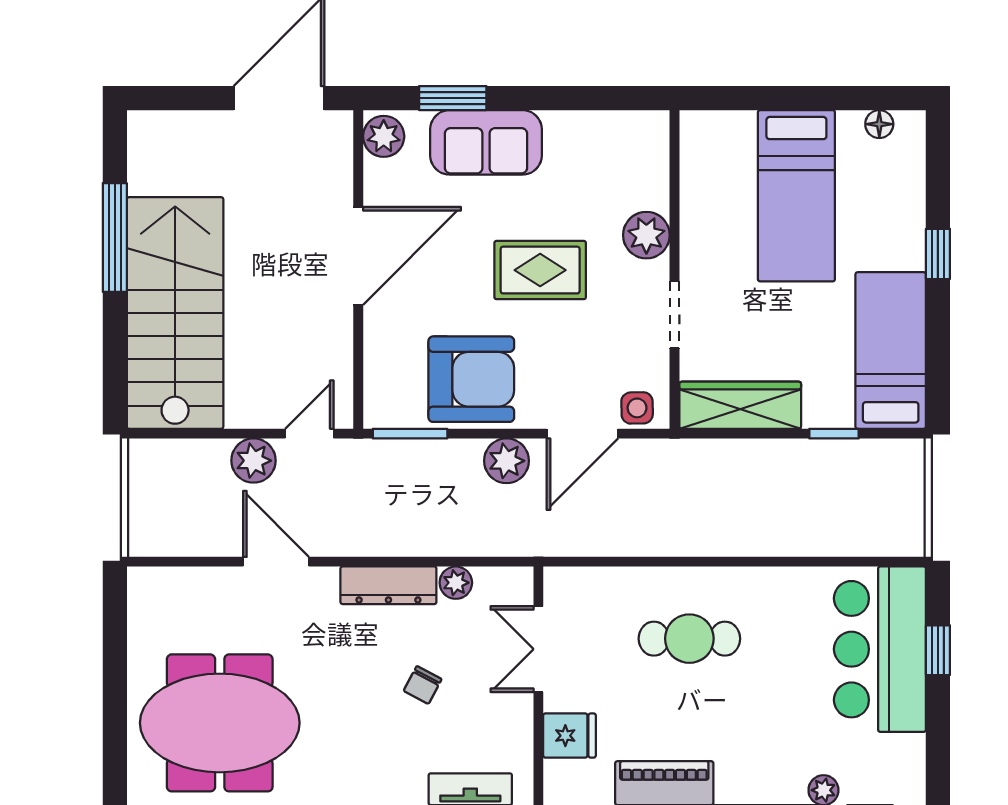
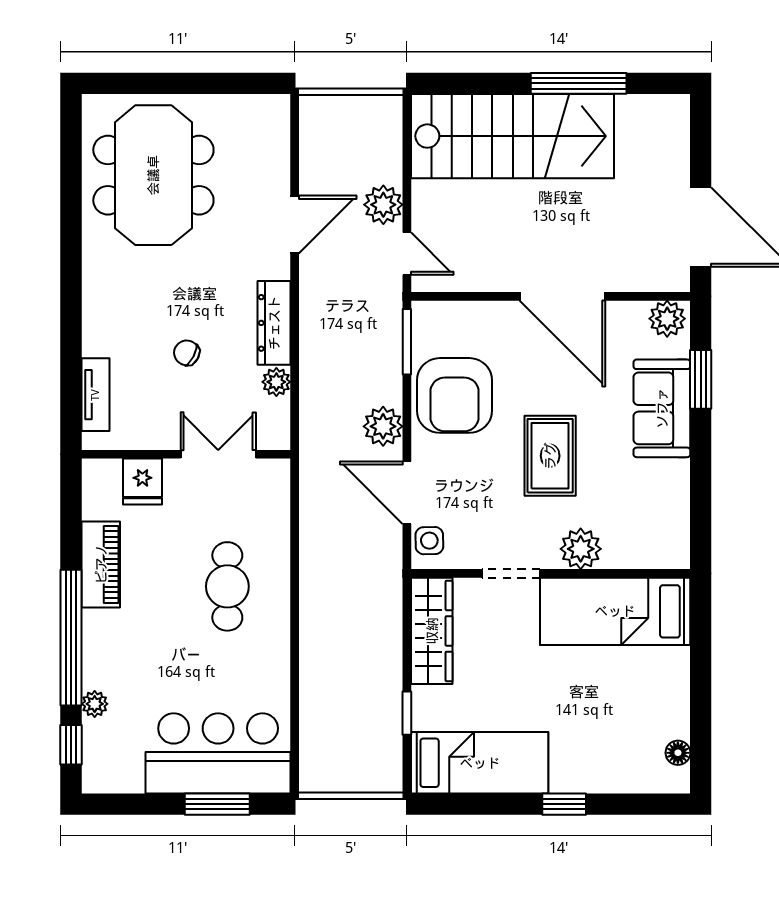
bed: (796, 196) -> (615, 611), moved
window: (938, 650) -> (217, 804), width x1.50

